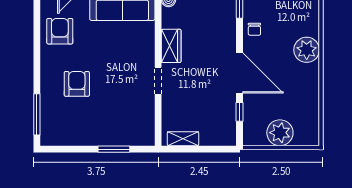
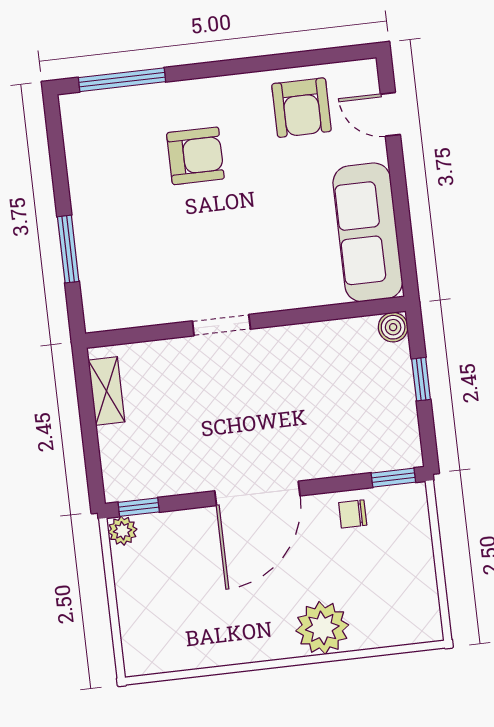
armchair: (60, 31) -> (301, 108), turned 90
wardrobe: (171, 46) -> (298, 344), removed
window: (240, 112) -> (139, 507), moved
plant: (280, 133) -> (122, 531), moved, width x0.53, depth x0.53

